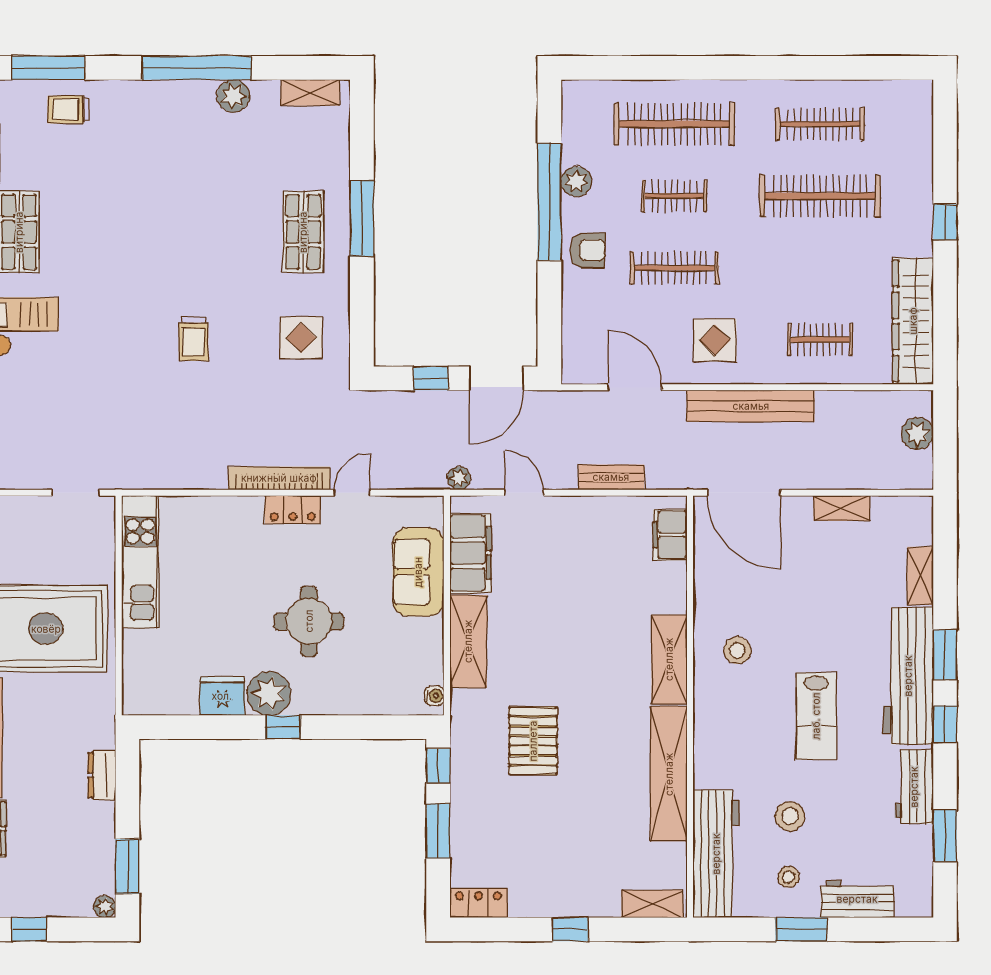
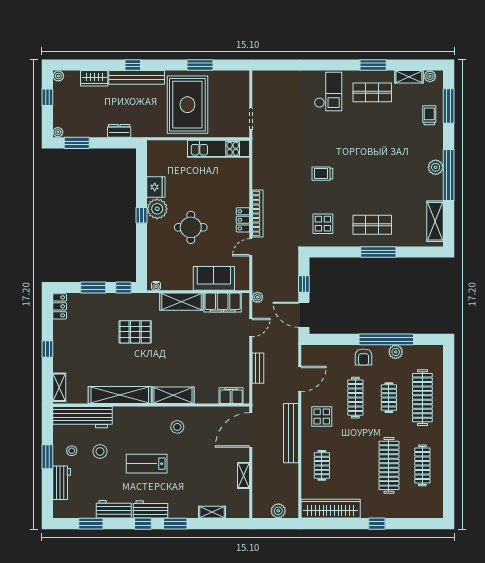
shelving: (310, 93) -> (435, 221), width x1.50, depth x1.33
plant: (233, 96) -> (436, 167), moved
door: (352, 493) -> (251, 247), swing flipped
workbench: (908, 676) -> (151, 509), width x0.53, depth x0.76

